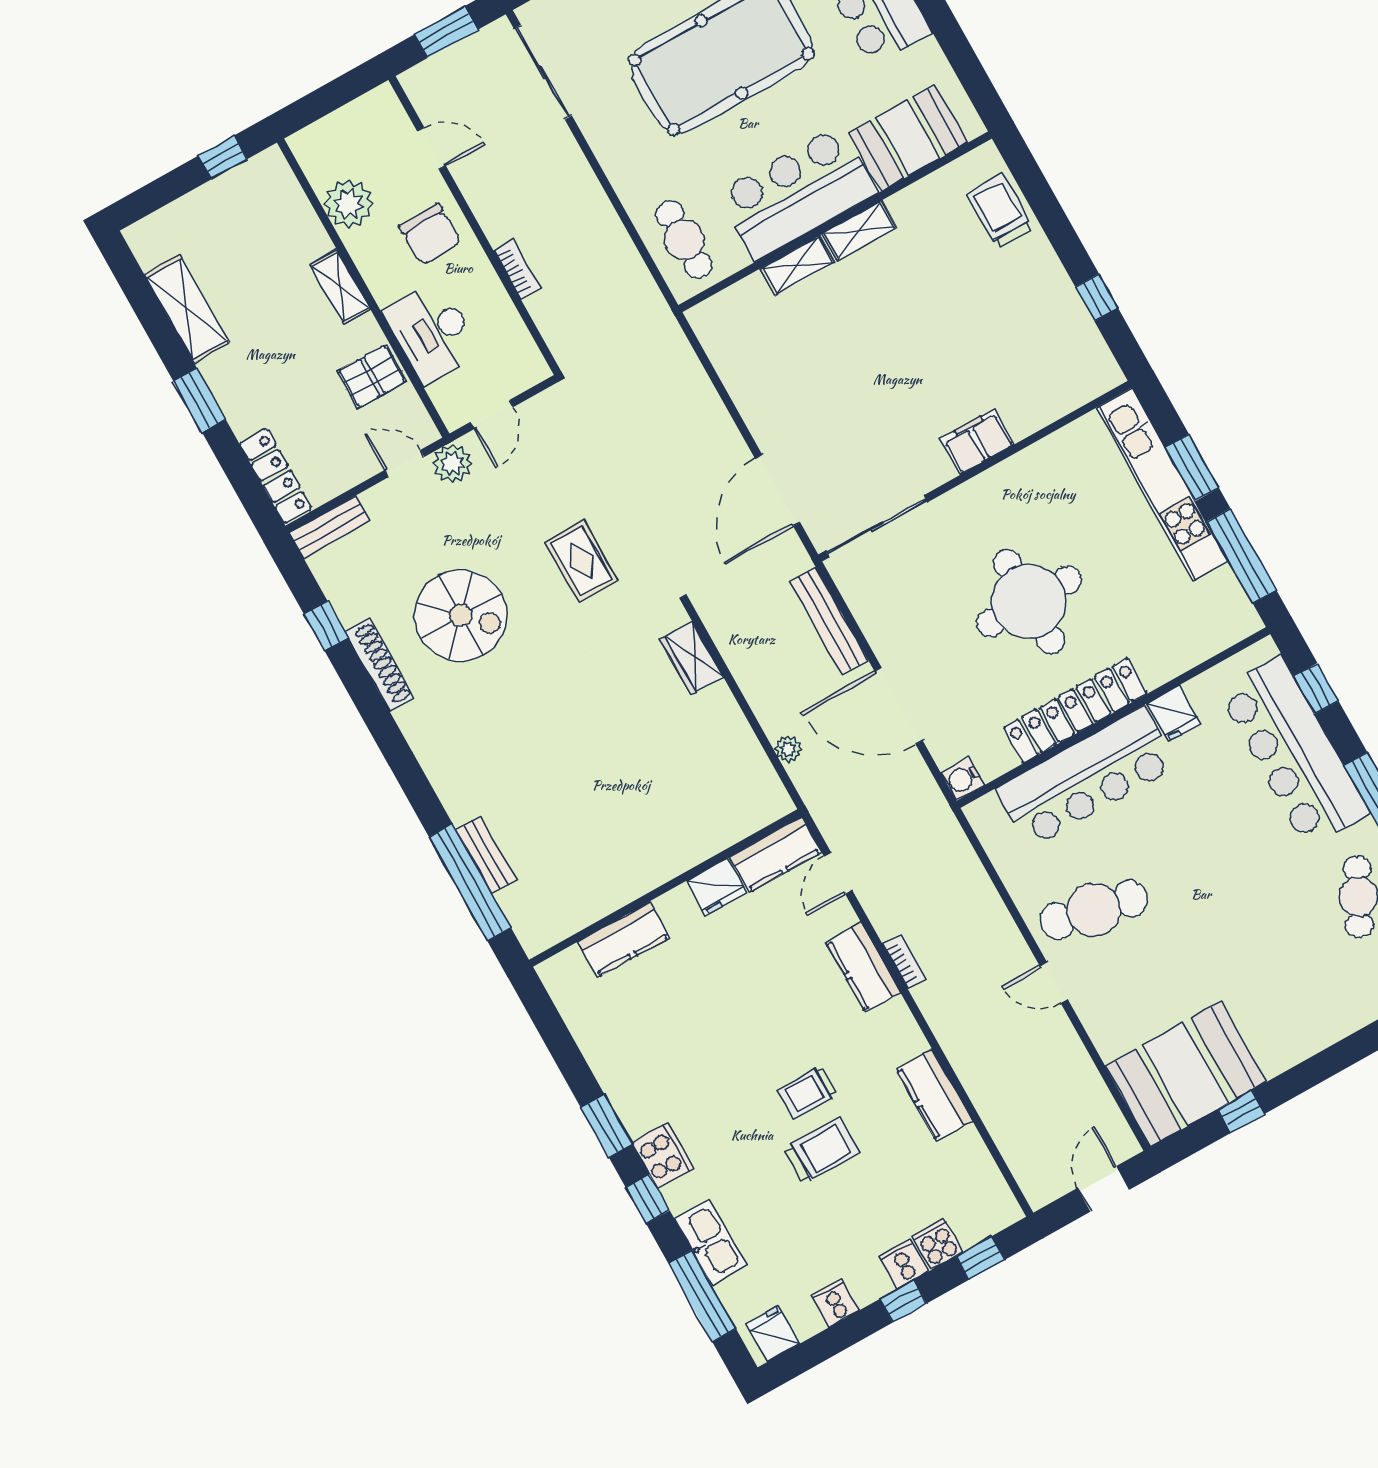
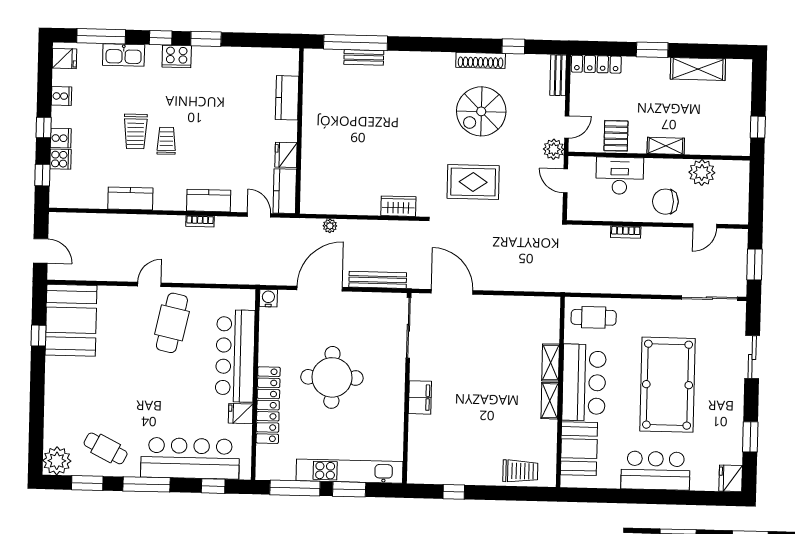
rug: (582, 561) -> (473, 182), width x1.36, depth x1.43
locker: (1075, 711) -> (268, 405), moved

